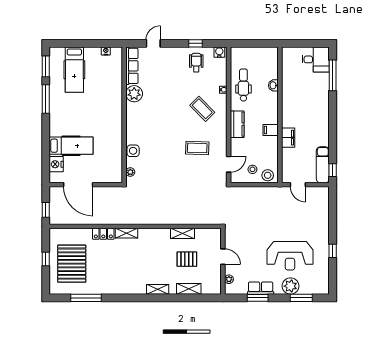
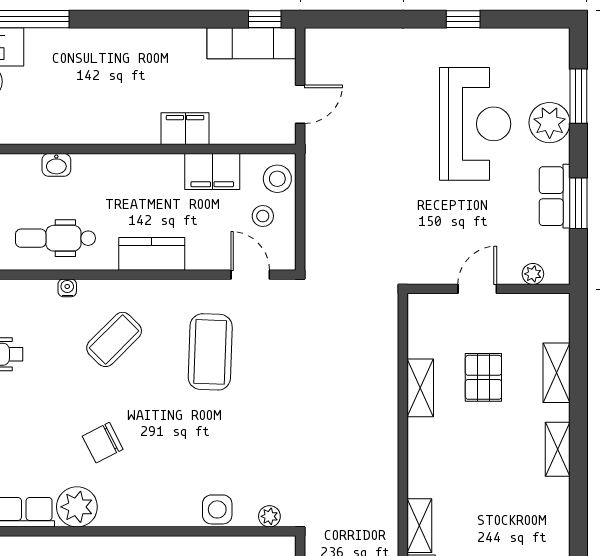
chair: (160, 104) -> (103, 443), added
filing cabinet: (271, 130) -> (212, 171), moved, width x2.00
coffee table: (197, 148) -> (210, 352), width x1.36, depth x1.32

